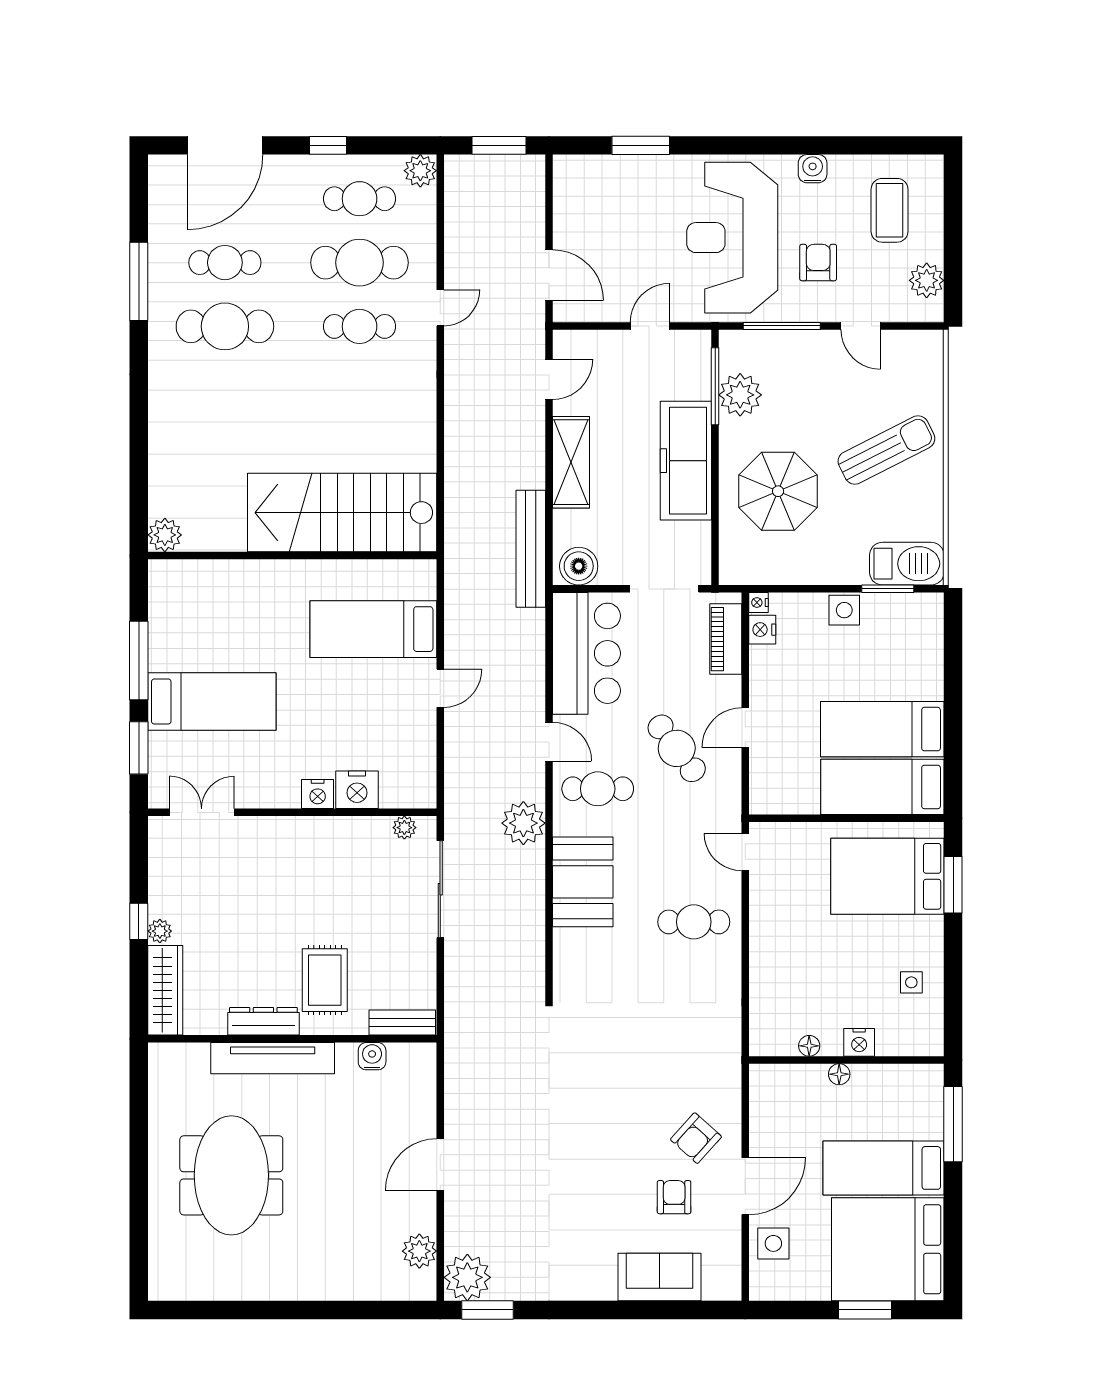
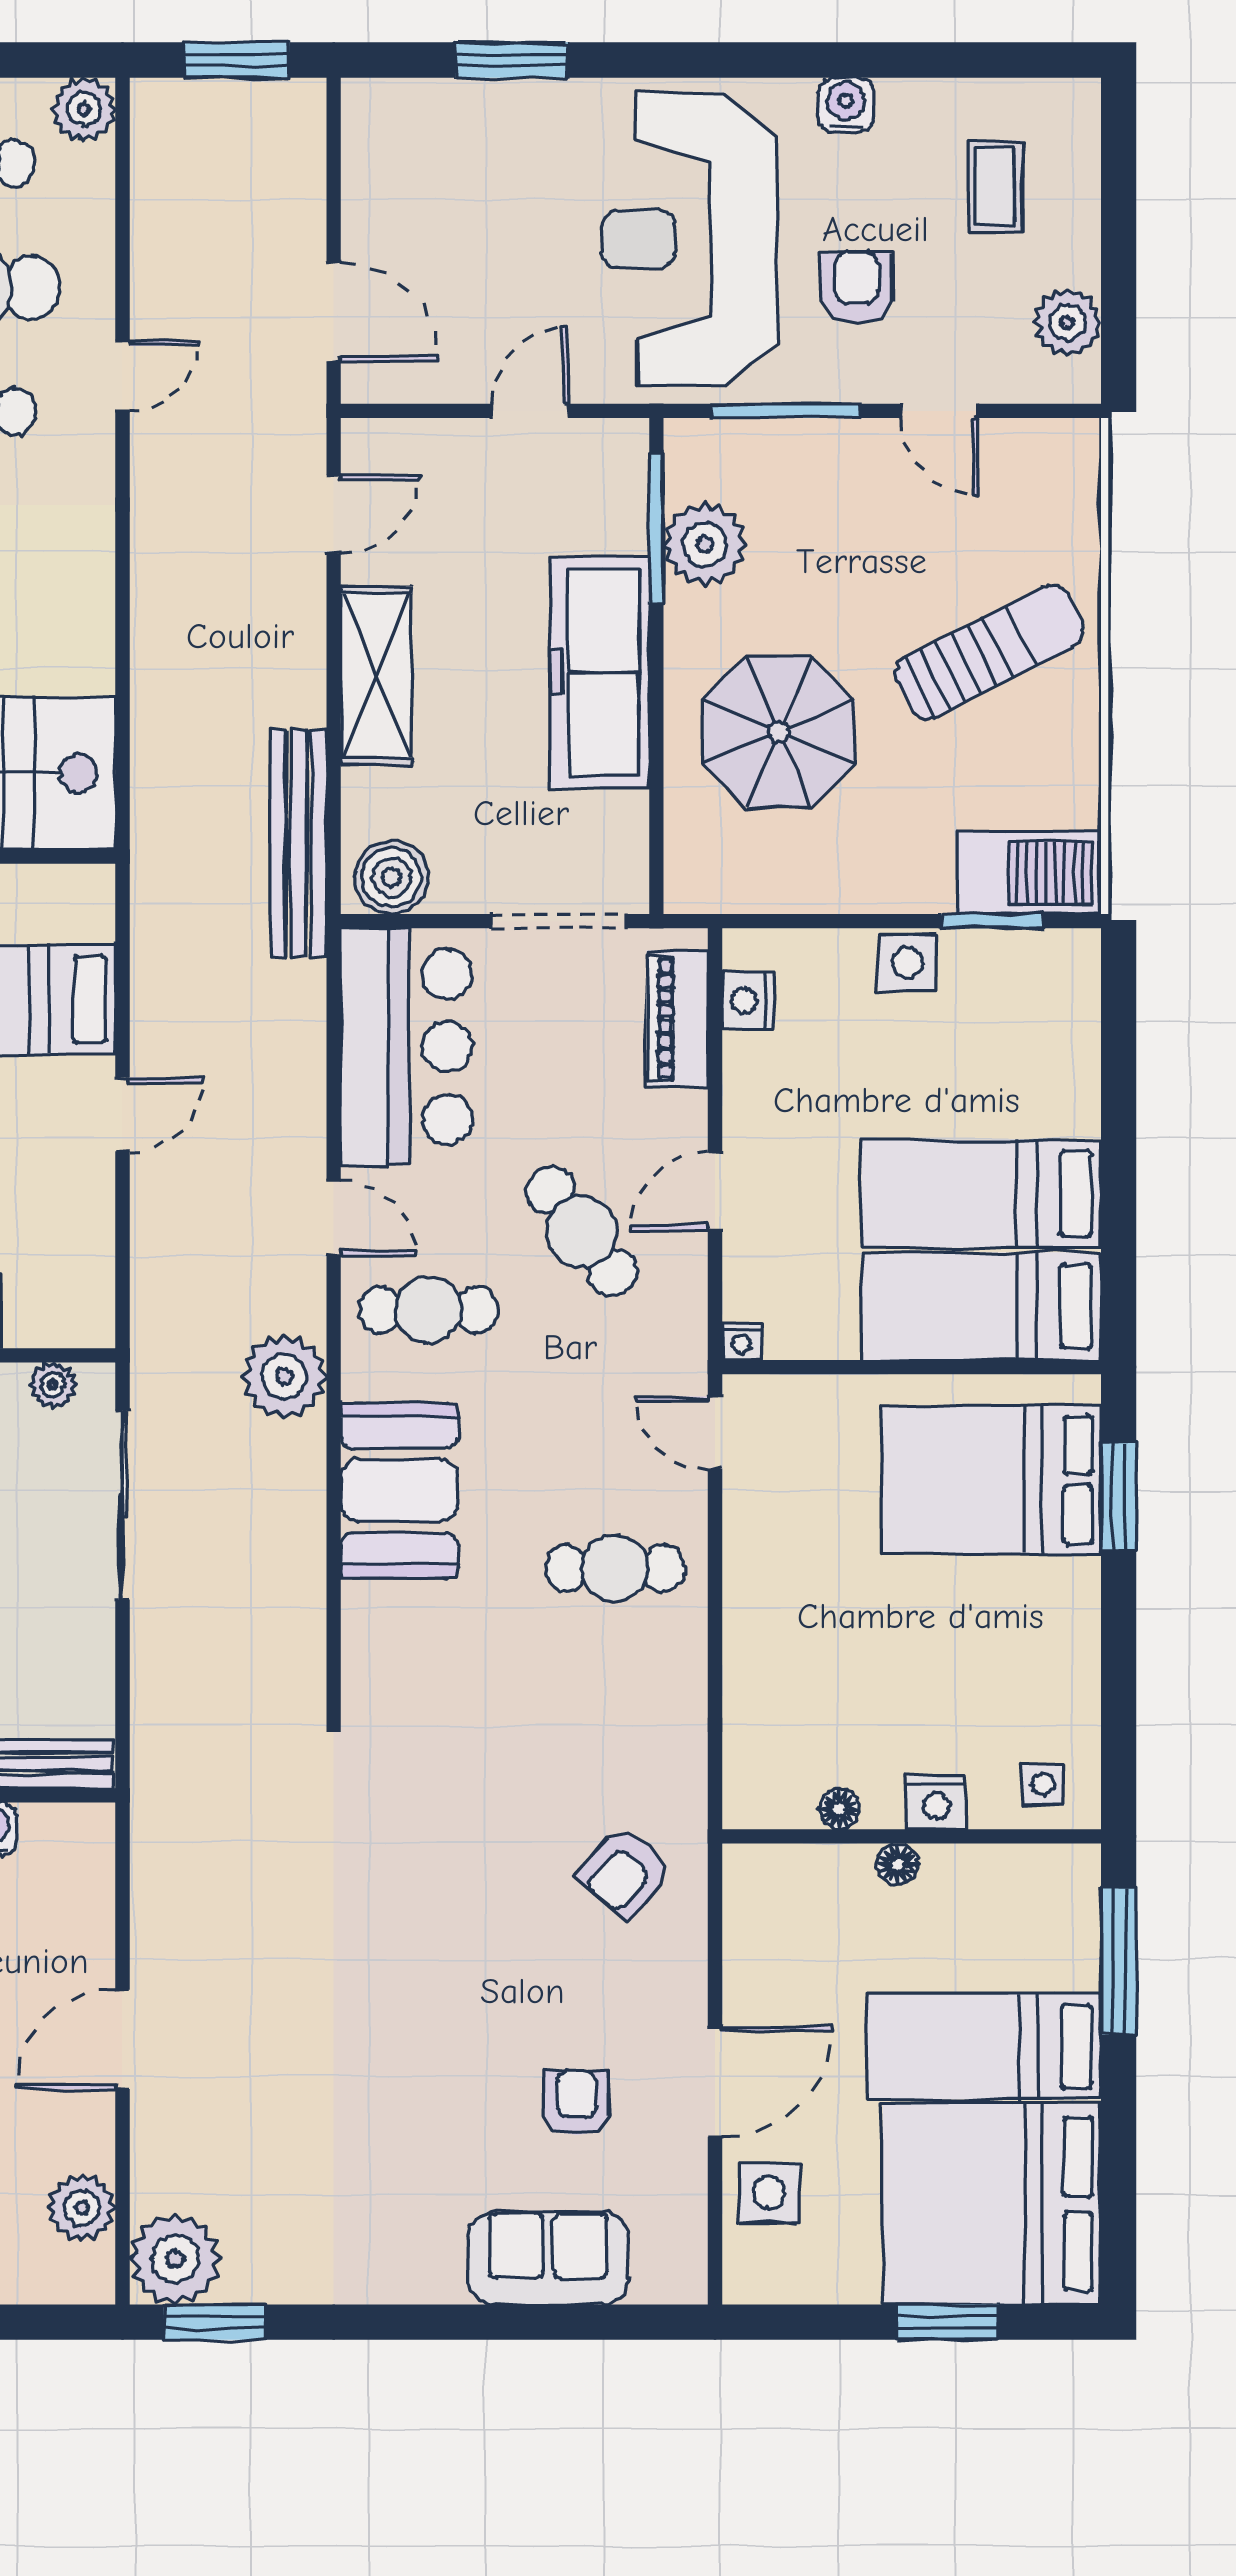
coffee table: (890, 210) -> (995, 186), width x0.73, depth x0.77
nightstand: (758, 603) -> (742, 1341), moved, turned -90
side table: (911, 982) -> (1043, 1784), moved
armchair: (696, 1138) -> (625, 1873), moved

